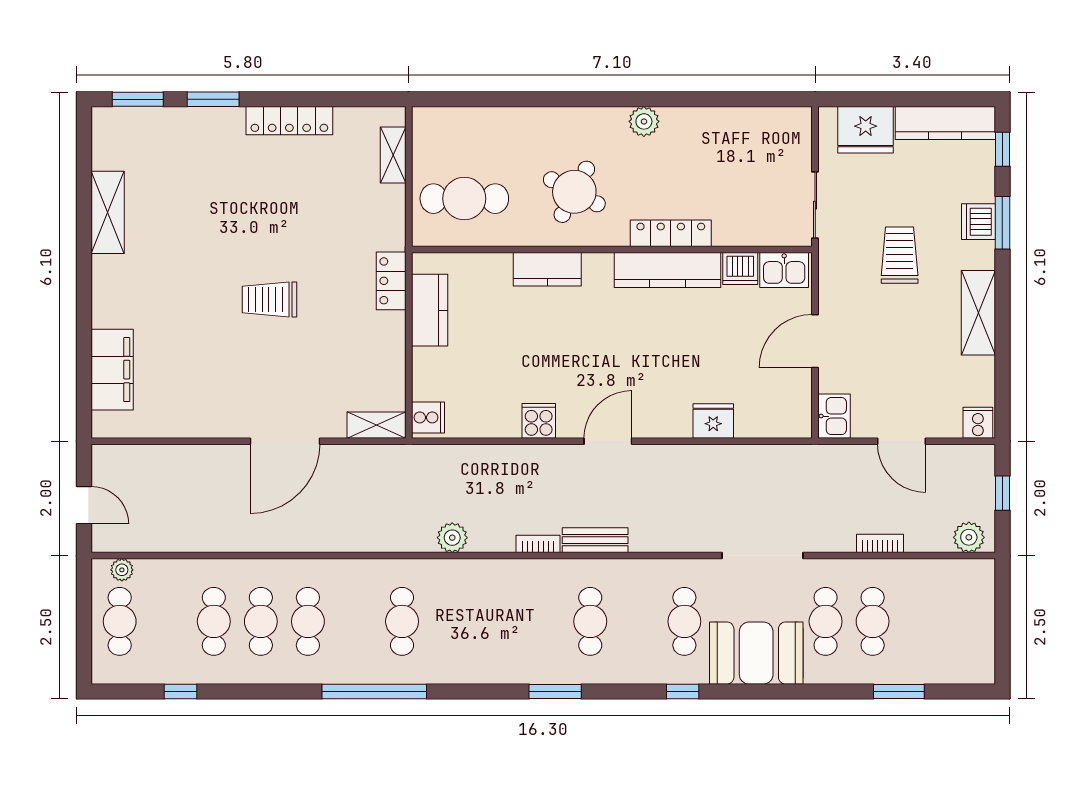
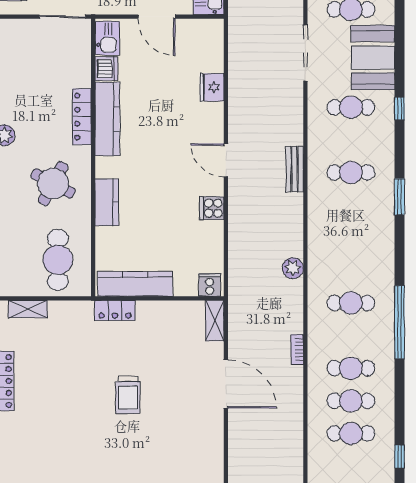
kitchen counter: (430, 310) -> (135, 284), width x1.50
bookcase: (538, 544) -> (297, 350), moved

